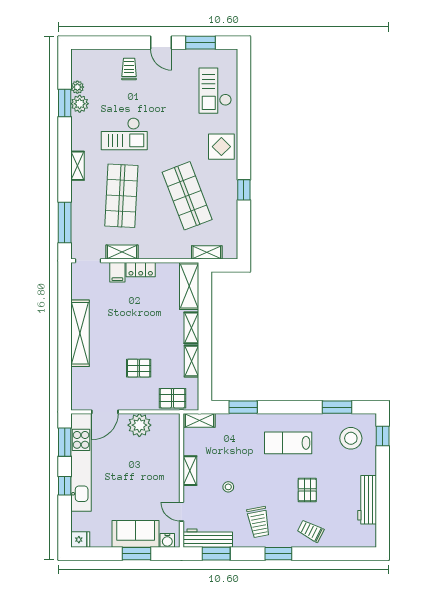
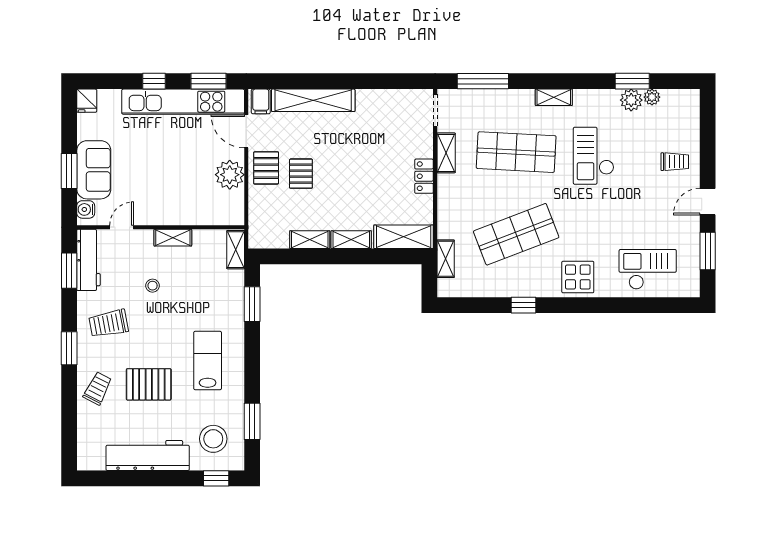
filing cabinet: (117, 272) -> (261, 101), moved, turned -90
shelving: (80, 333) -> (313, 100), moved
pallet: (172, 398) -> (266, 168), moved
pallet: (307, 490) -> (149, 384), width x1.50, depth x1.42
workbench: (367, 500) -> (148, 455), width x1.36, depth x1.32

